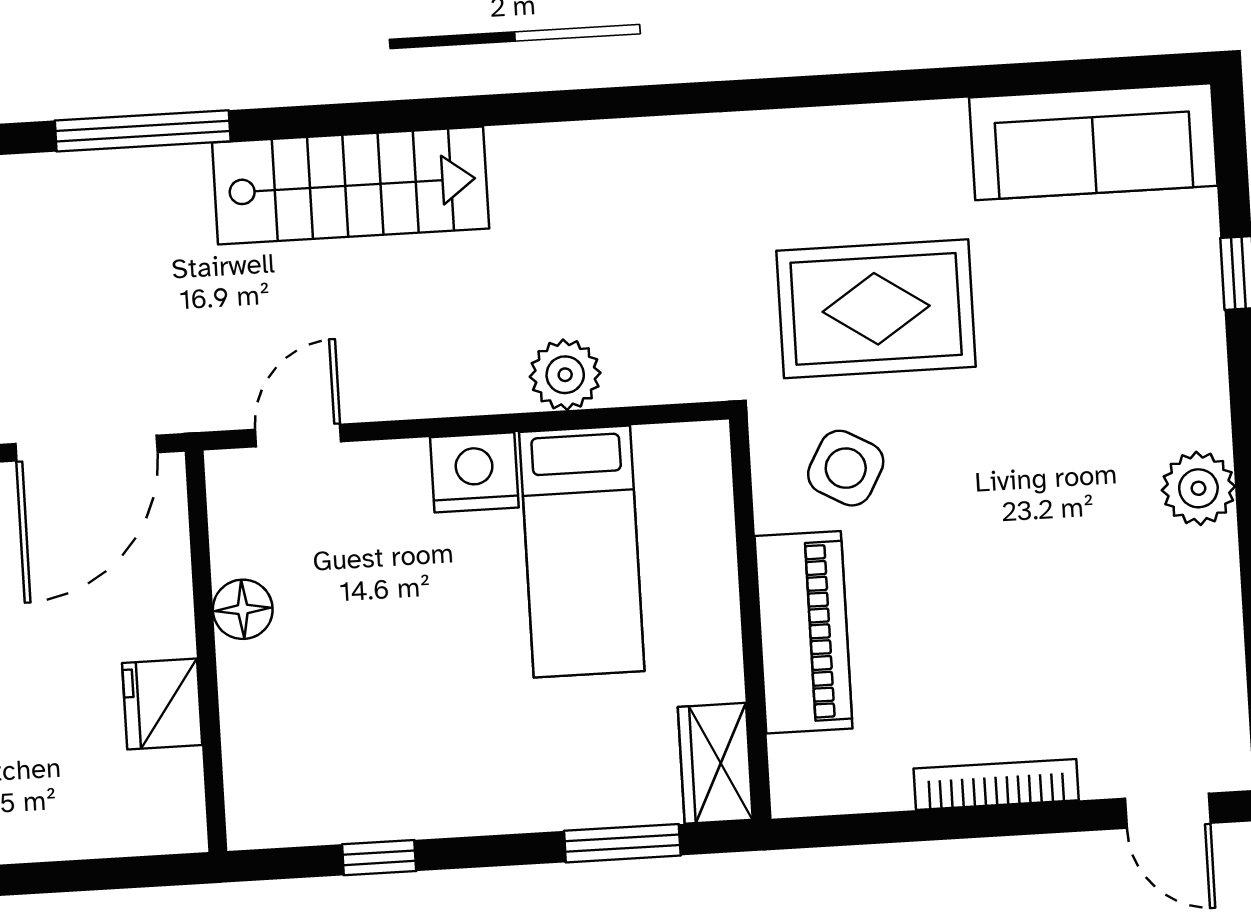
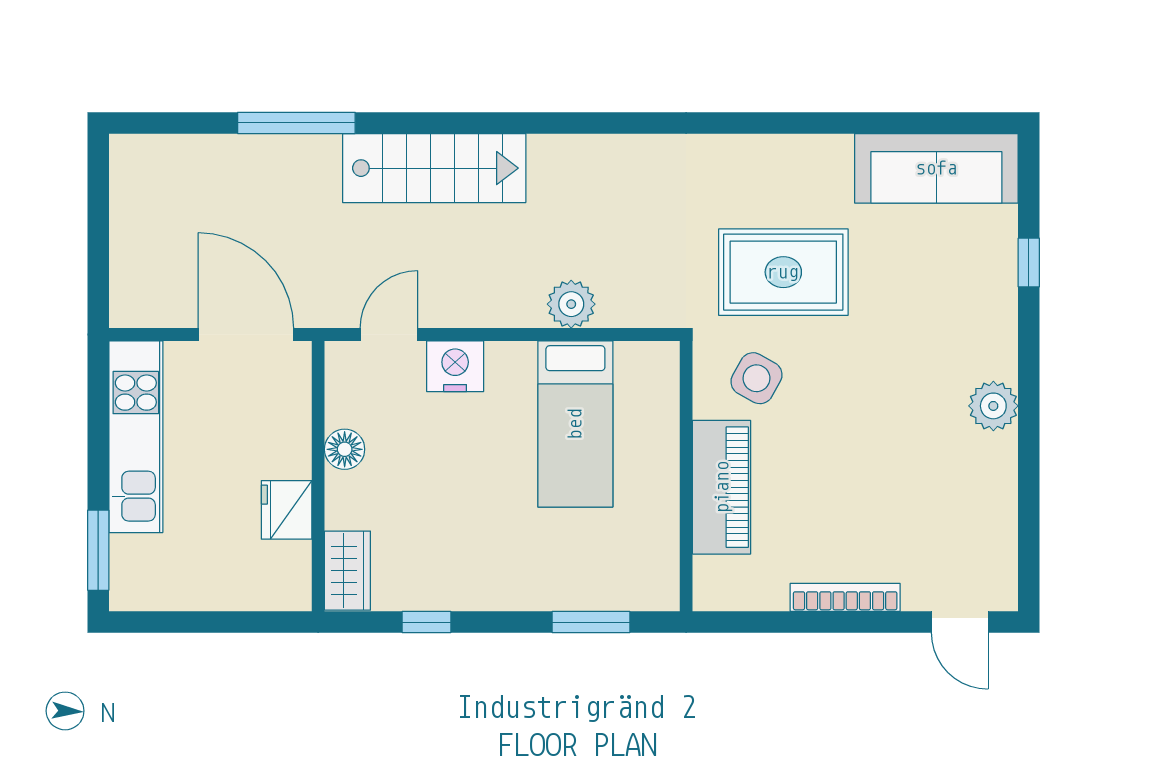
door: (86, 448) -> (246, 334), swing flipped
nightstand: (474, 472) -> (455, 366), moved
wardrobe: (715, 763) -> (347, 571), moved, turned 180

